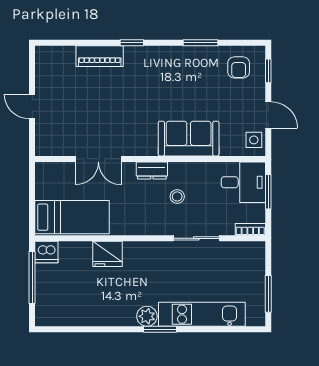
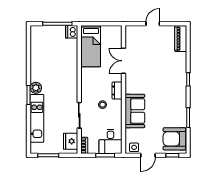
piano: (100, 56) -> (181, 39), moved
armchair: (239, 67) -> (174, 139), width x1.88, depth x1.88
fridge: (108, 254) -> (71, 141), moved

